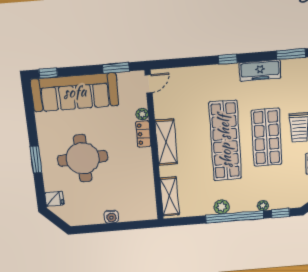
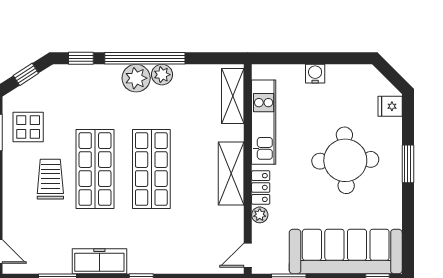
shop shelf: (225, 141) -> (151, 169), width x0.71
kitchen unit: (145, 180) -> (264, 122), added
plant: (263, 206) -> (136, 78), moved, width x1.88, depth x1.88

